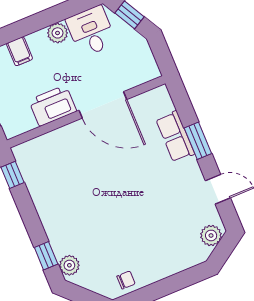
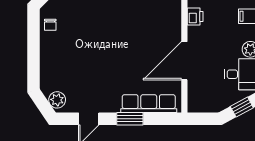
printer: (53, 106) -> (195, 17), width x0.53, depth x0.68
row of seats: (175, 137) -> (149, 104), width x1.48

